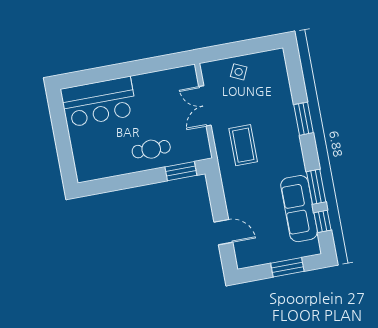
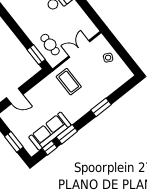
coffee table: (243, 145) -> (69, 82), turned 90
cafe table: (151, 149) -> (50, 45), moved
door: (223, 232) -> (15, 96), hinge flipped

